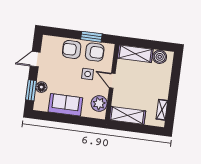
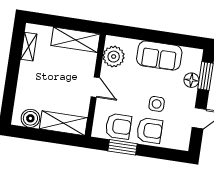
armchair: (95, 52) -> (118, 126), turned 180
side table: (88, 74) -> (157, 104), moved

